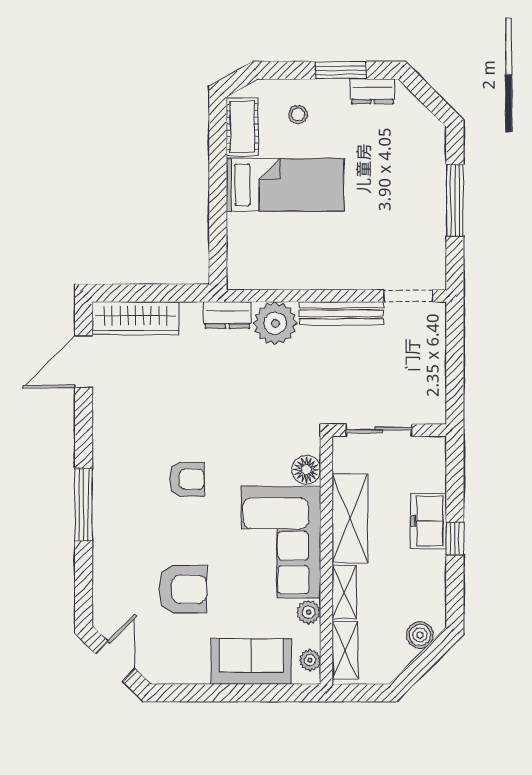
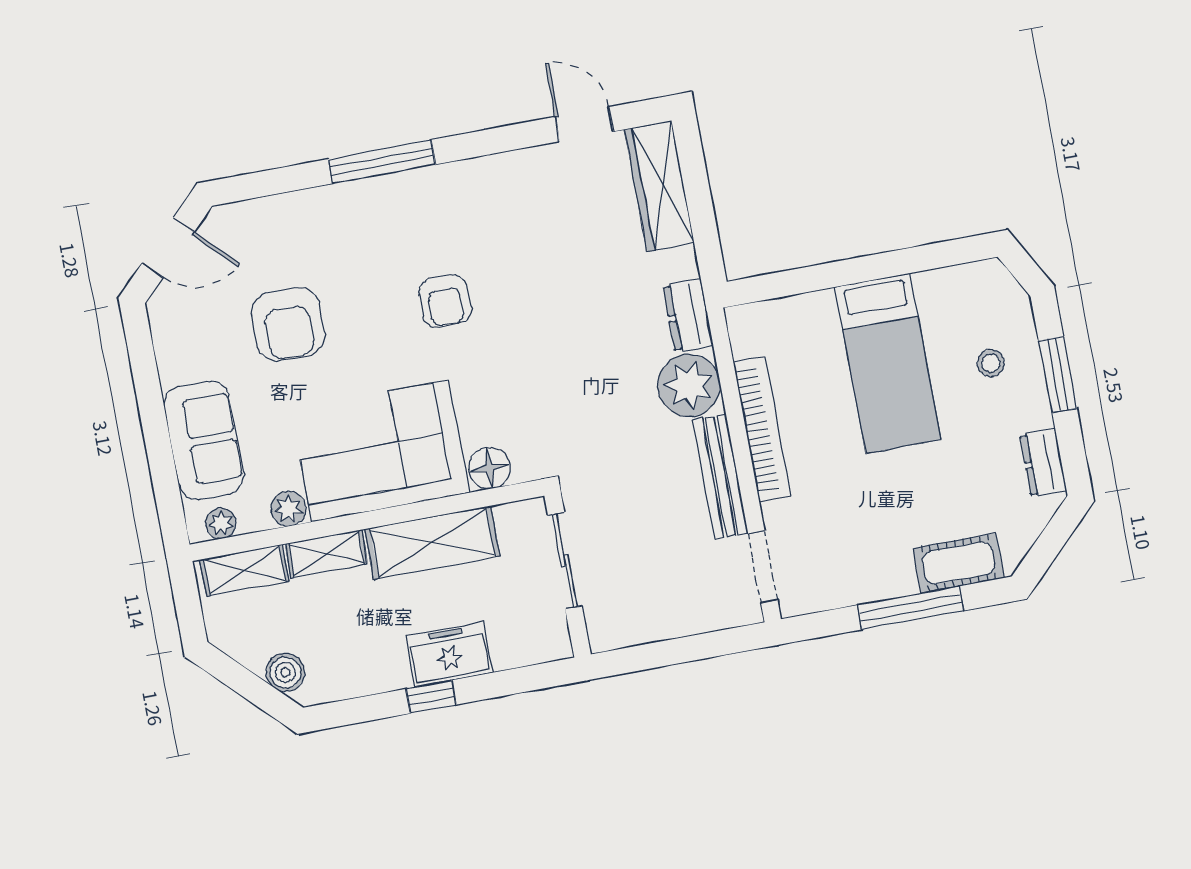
window: (341, 70) -> (1058, 374), moved
cot: (242, 127) -> (959, 563), moved
bookcase: (314, 279) -> (762, 429), added
door: (84, 362) -> (584, 124), width x0.73

